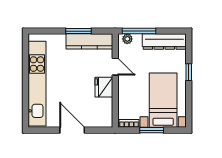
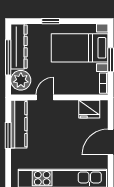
window: (139, 31) -> (8, 57), moved
plant: (127, 39) -> (21, 80), width x1.87, depth x1.87
fridge: (104, 87) -> (89, 109), moved

